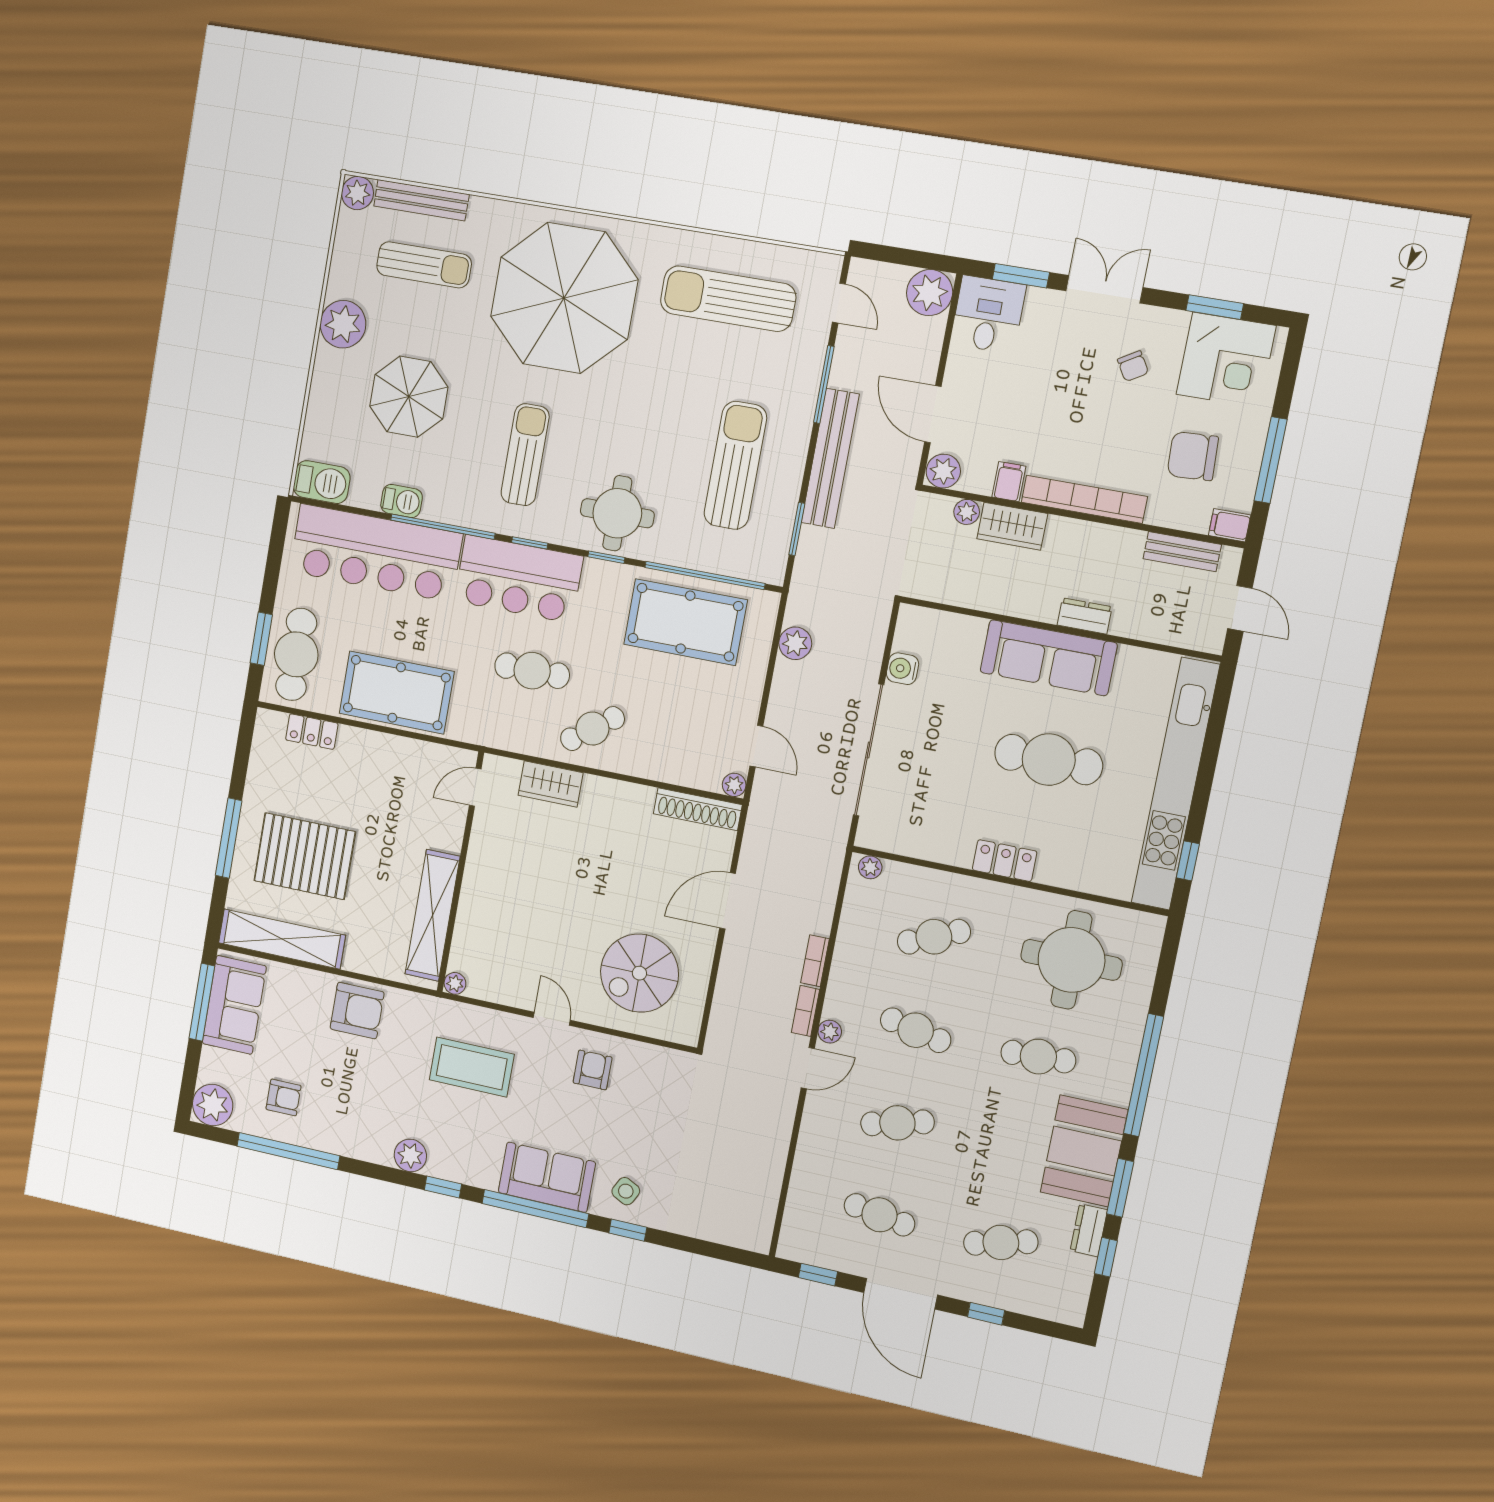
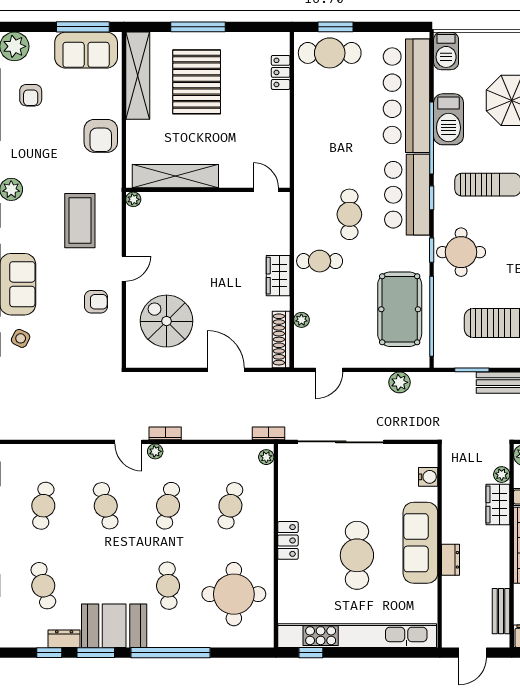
barbecue: (402, 501) -> (448, 119), width x1.88, depth x1.53
water cooler: (902, 669) -> (428, 477), moved, turned 90
pool table: (397, 693) -> (318, 126), removed
cafe table: (592, 729) -> (320, 261), turned -53
wardrobe: (551, 784) -> (278, 276), moved
plant: (734, 785) -> (301, 320), moved
cafe table: (934, 937) -> (230, 506), turned 39
bookcase: (815, 961) -> (269, 433), moved

